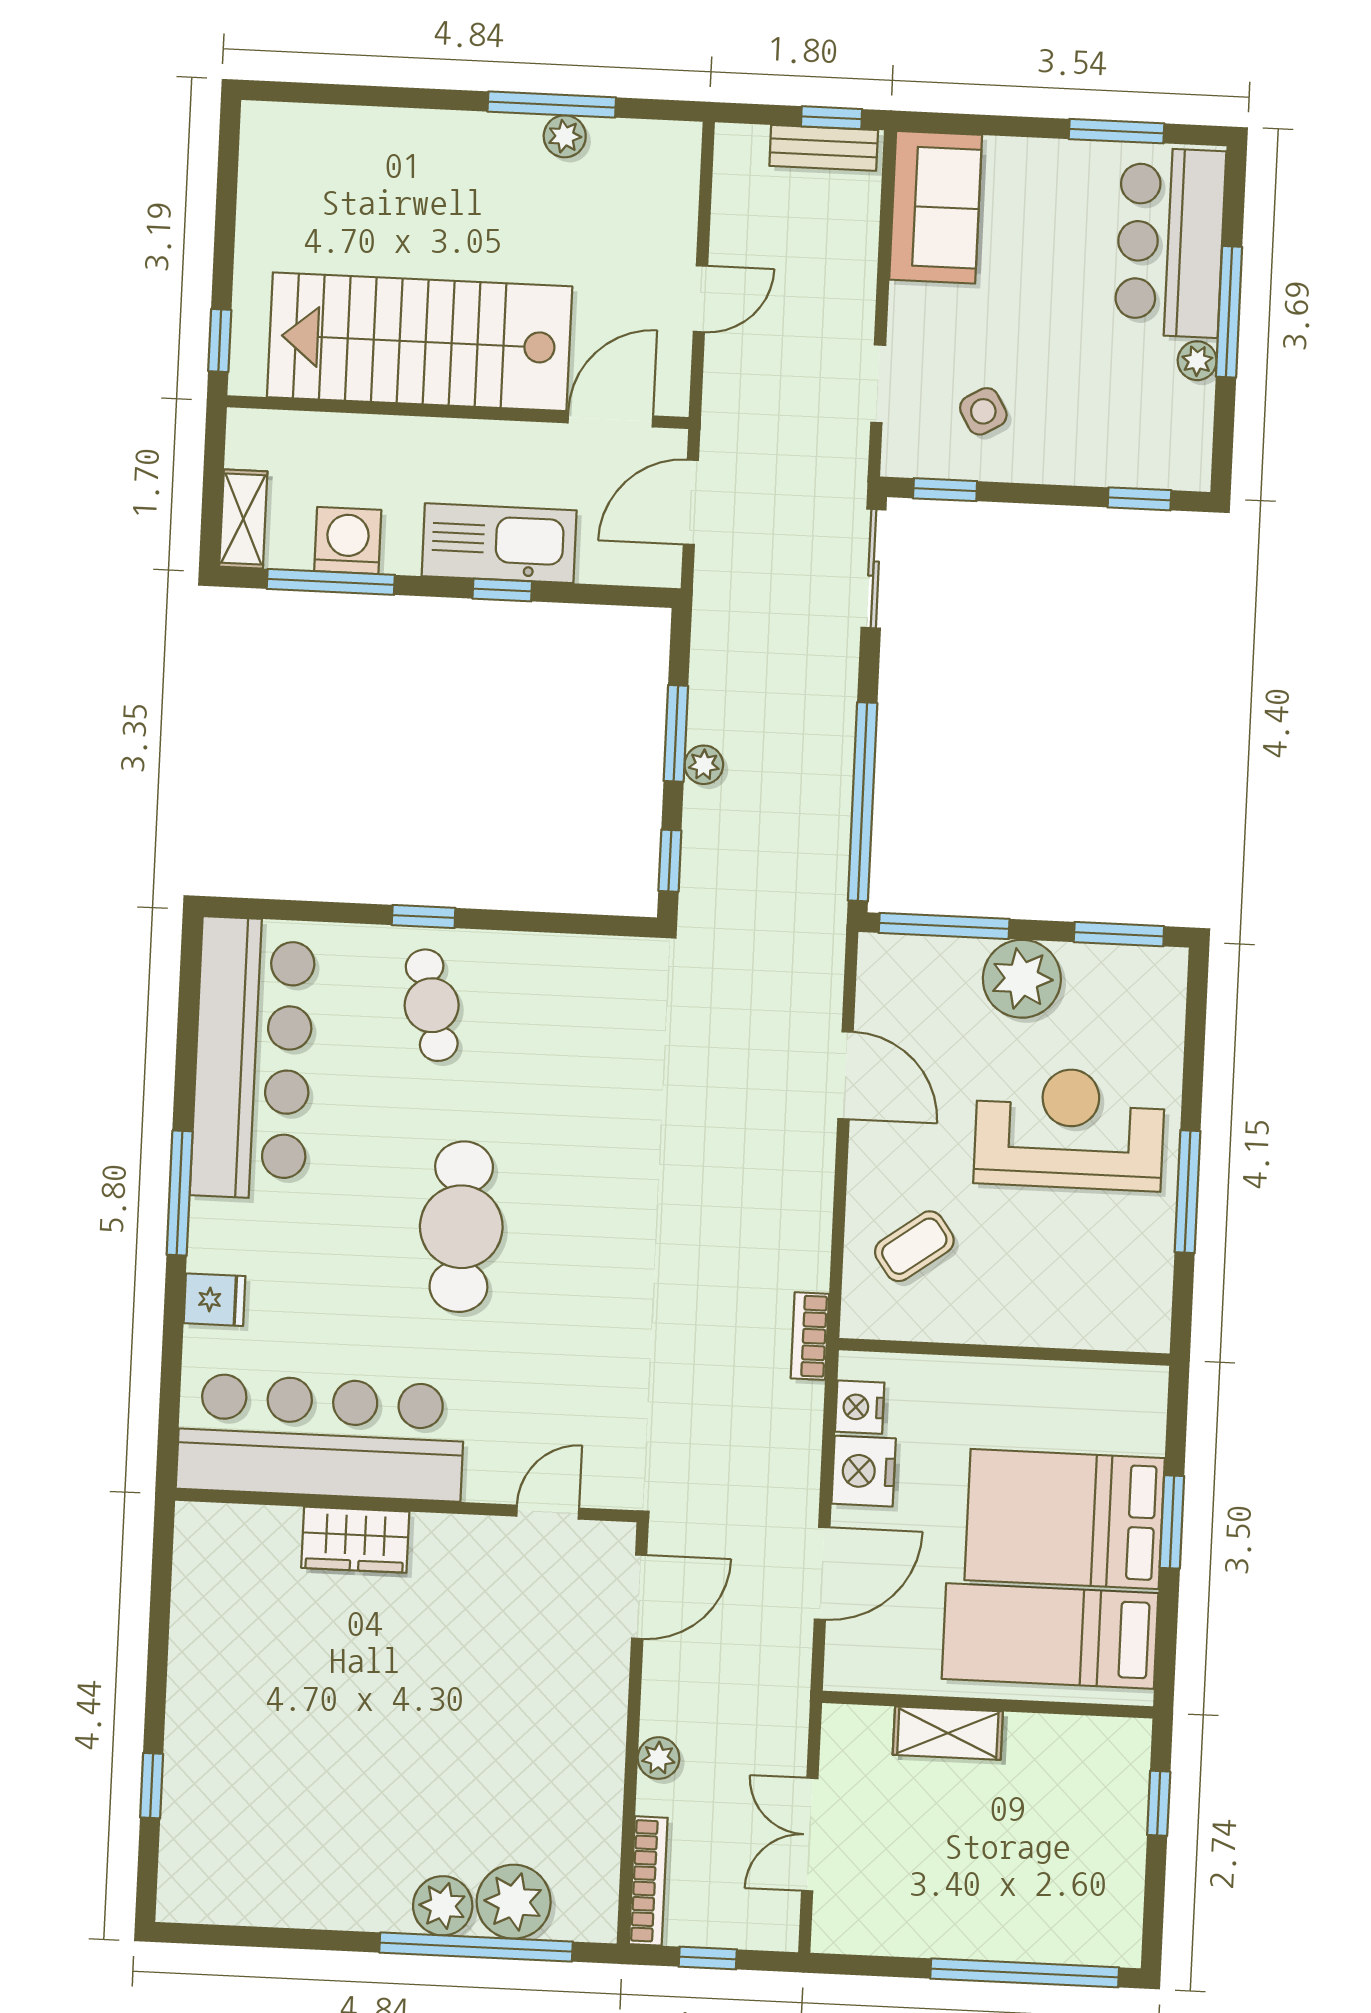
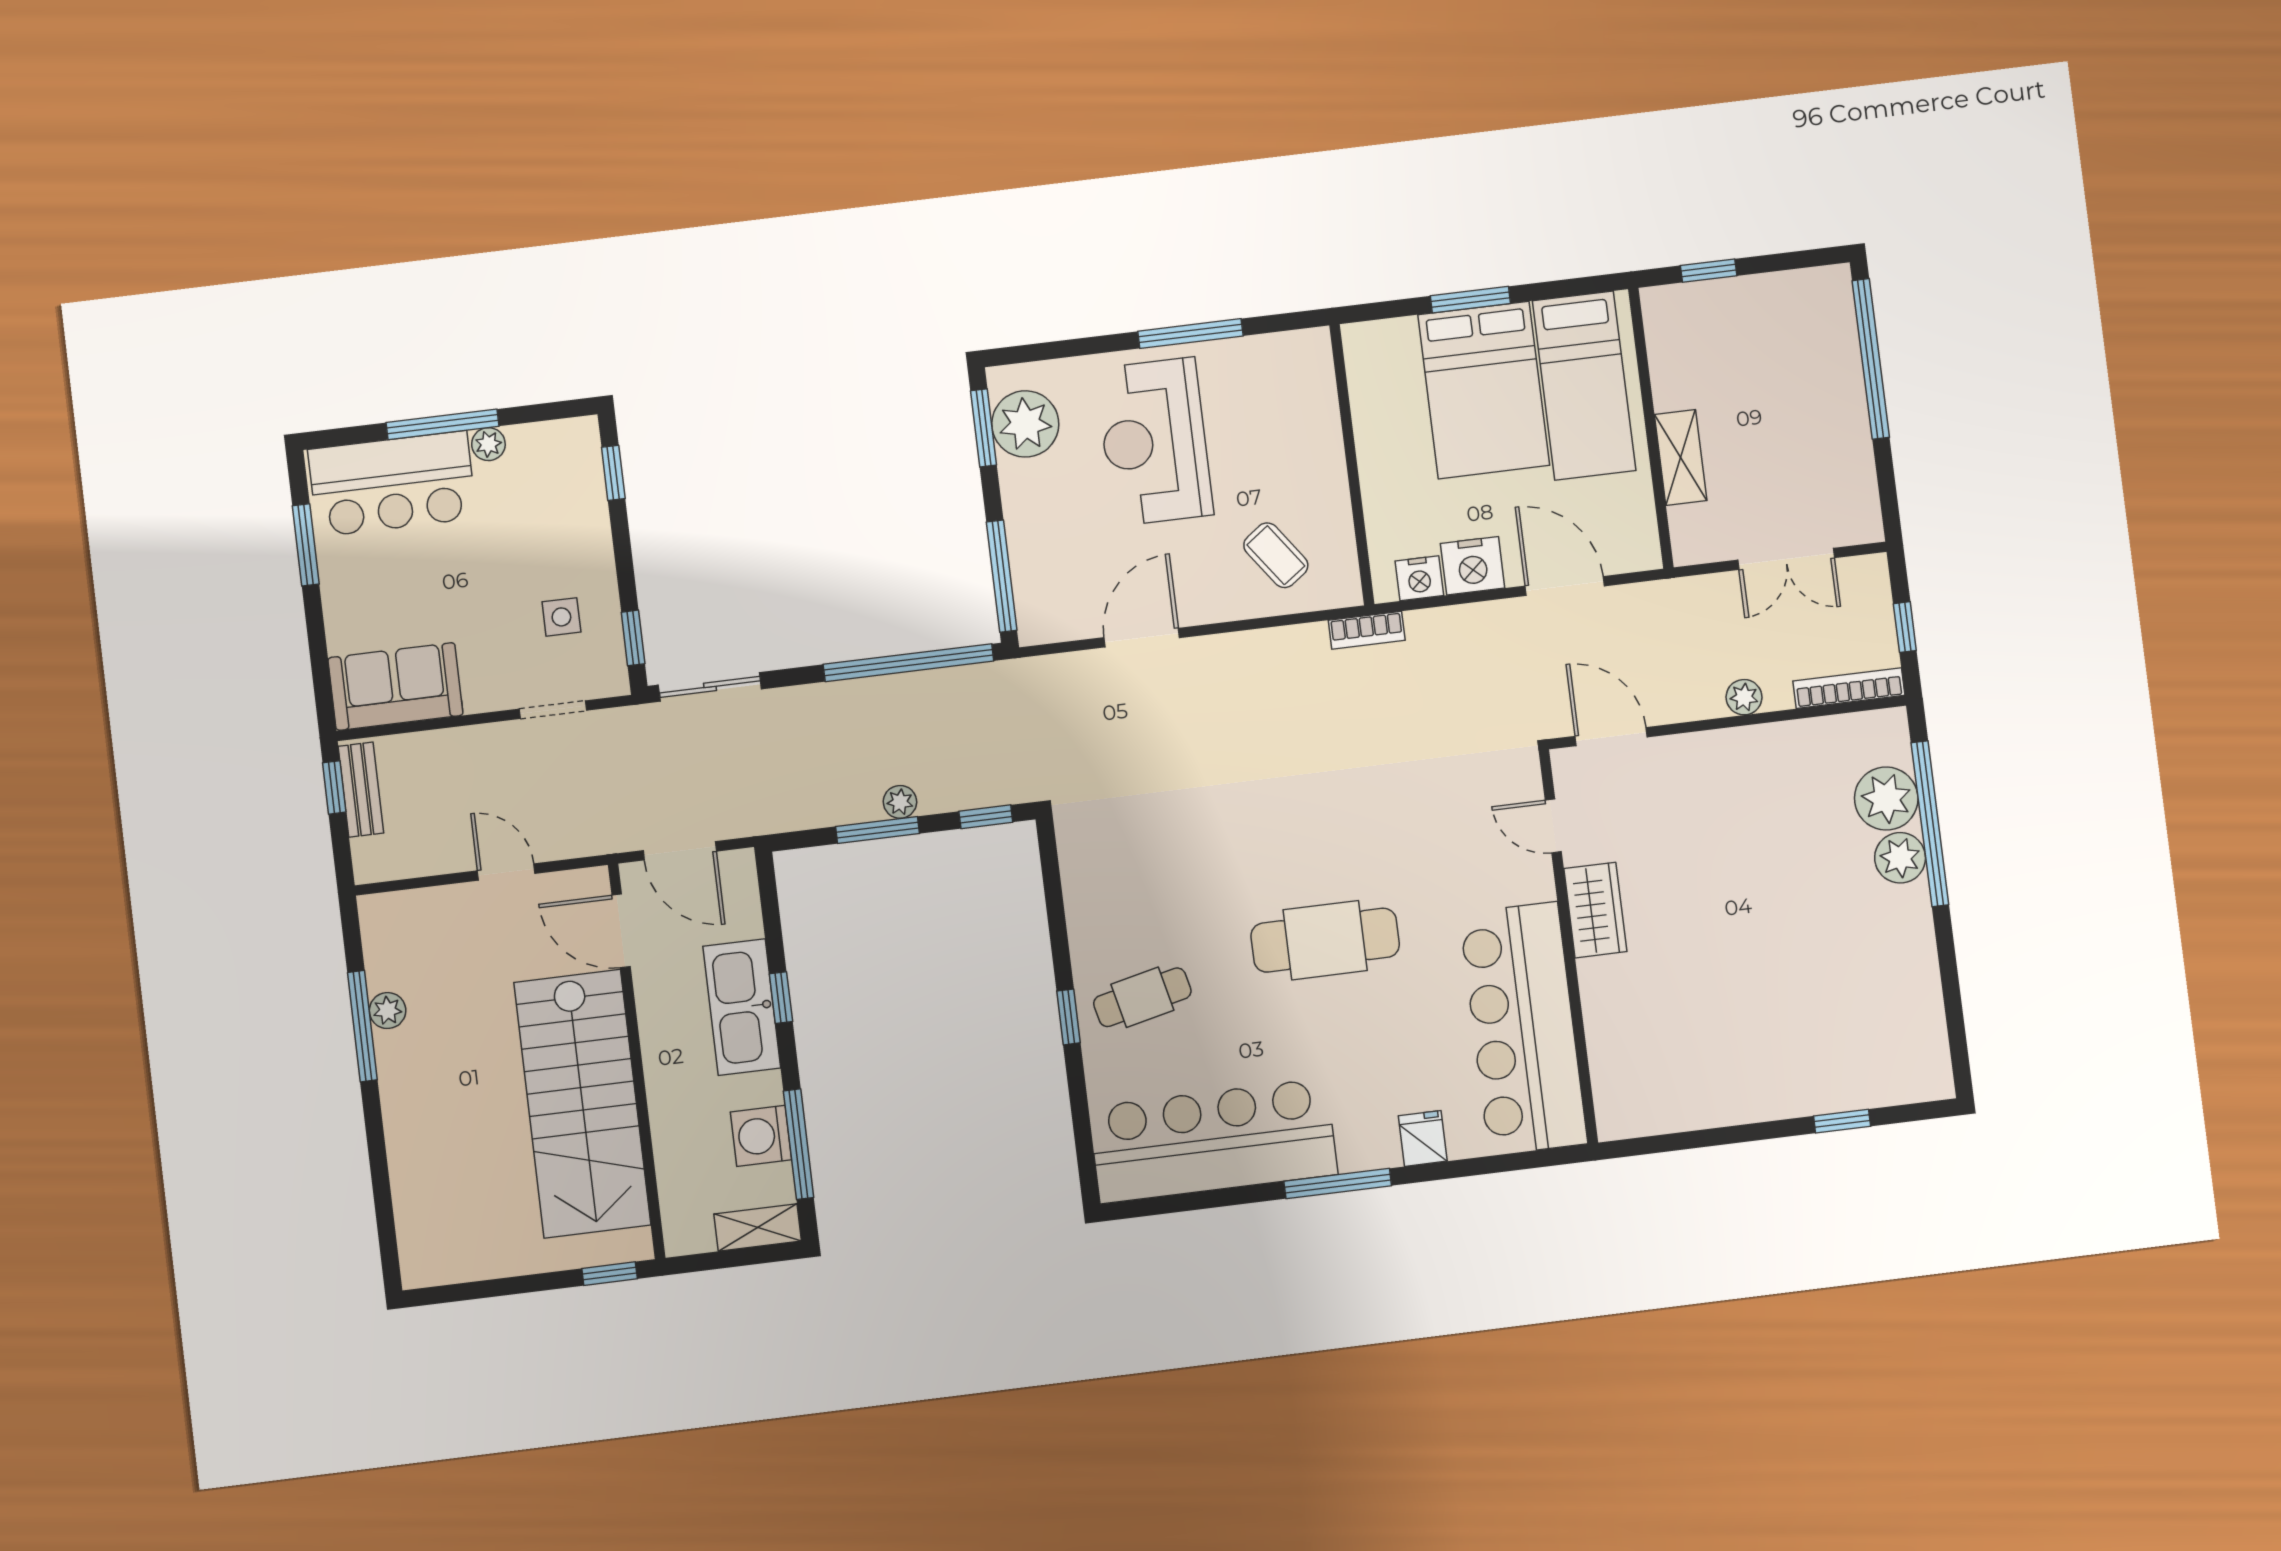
side table: (983, 411) -> (561, 617), turned 30
plant: (1022, 979) -> (1025, 424), moved
wardrobe: (355, 1540) -> (1595, 910), moved

